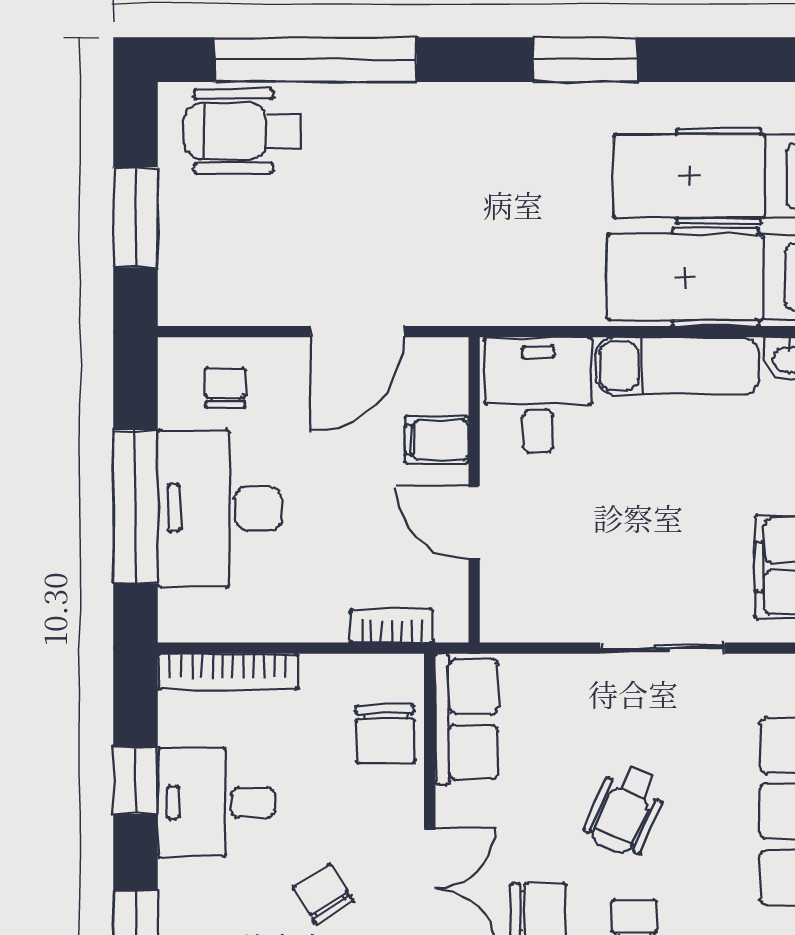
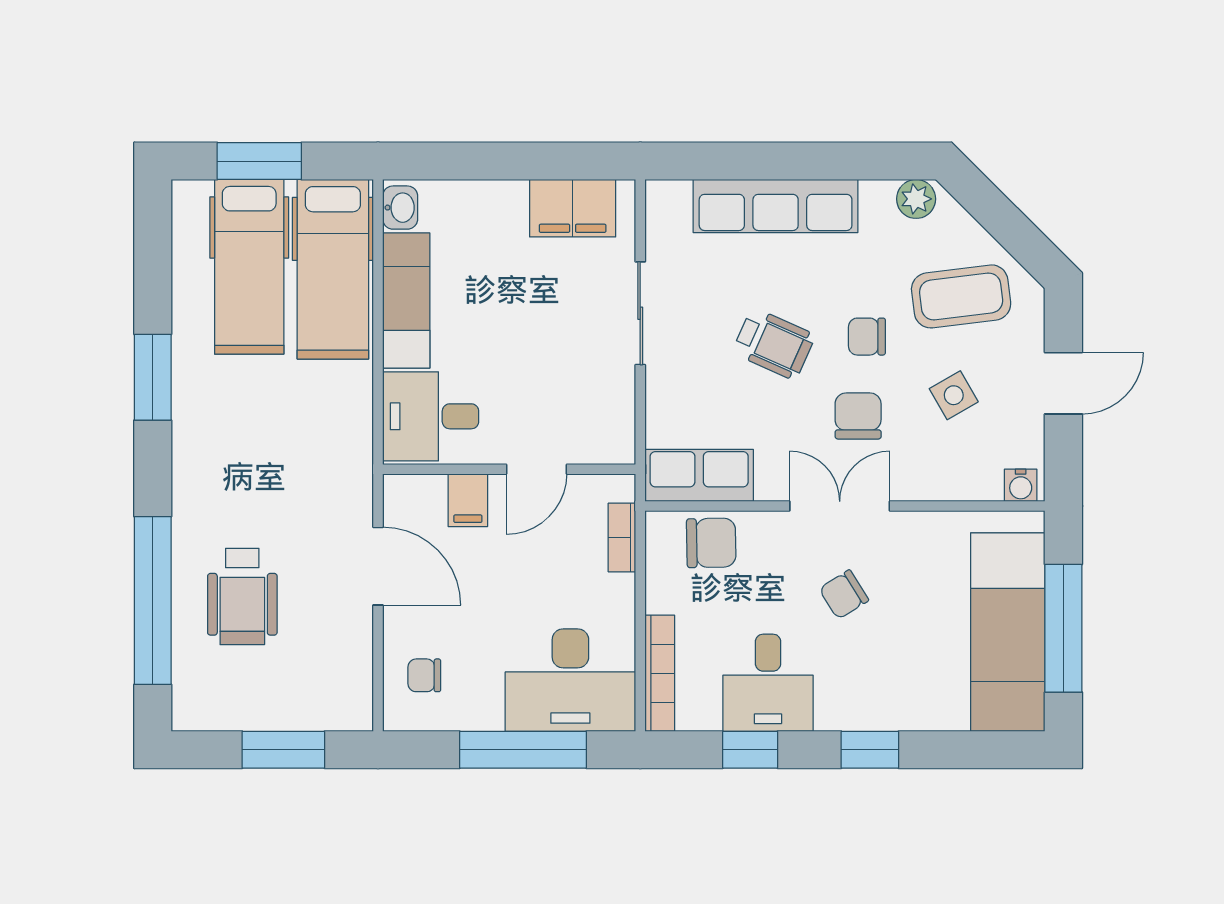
wheelchair: (243, 131) -> (242, 597), moved
desk: (220, 508) -> (570, 680), moved

